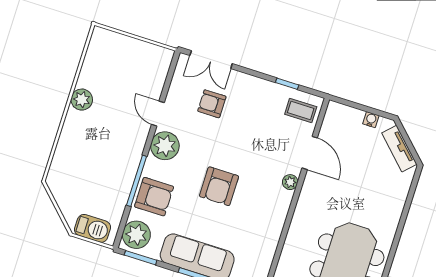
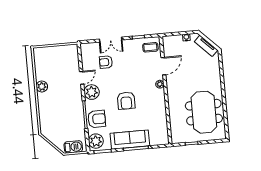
double door: (211, 60) -> (111, 40), moved
door: (158, 114) -> (82, 78), swing flipped
door: (310, 153) -> (163, 66), hinge flipped

